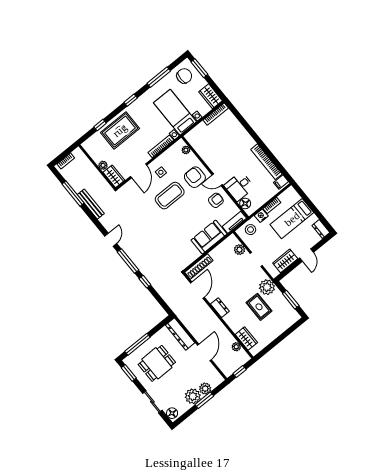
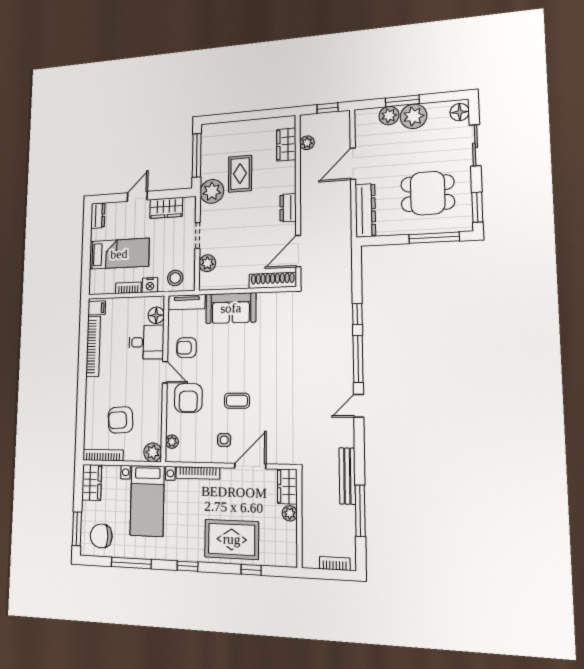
plant: (191, 137) -> (153, 452), added
armchair: (221, 138) -> (121, 420), added
coffee table: (170, 196) -> (237, 401), width x0.54, depth x0.58
window: (291, 300) -> (197, 155), width x1.44

